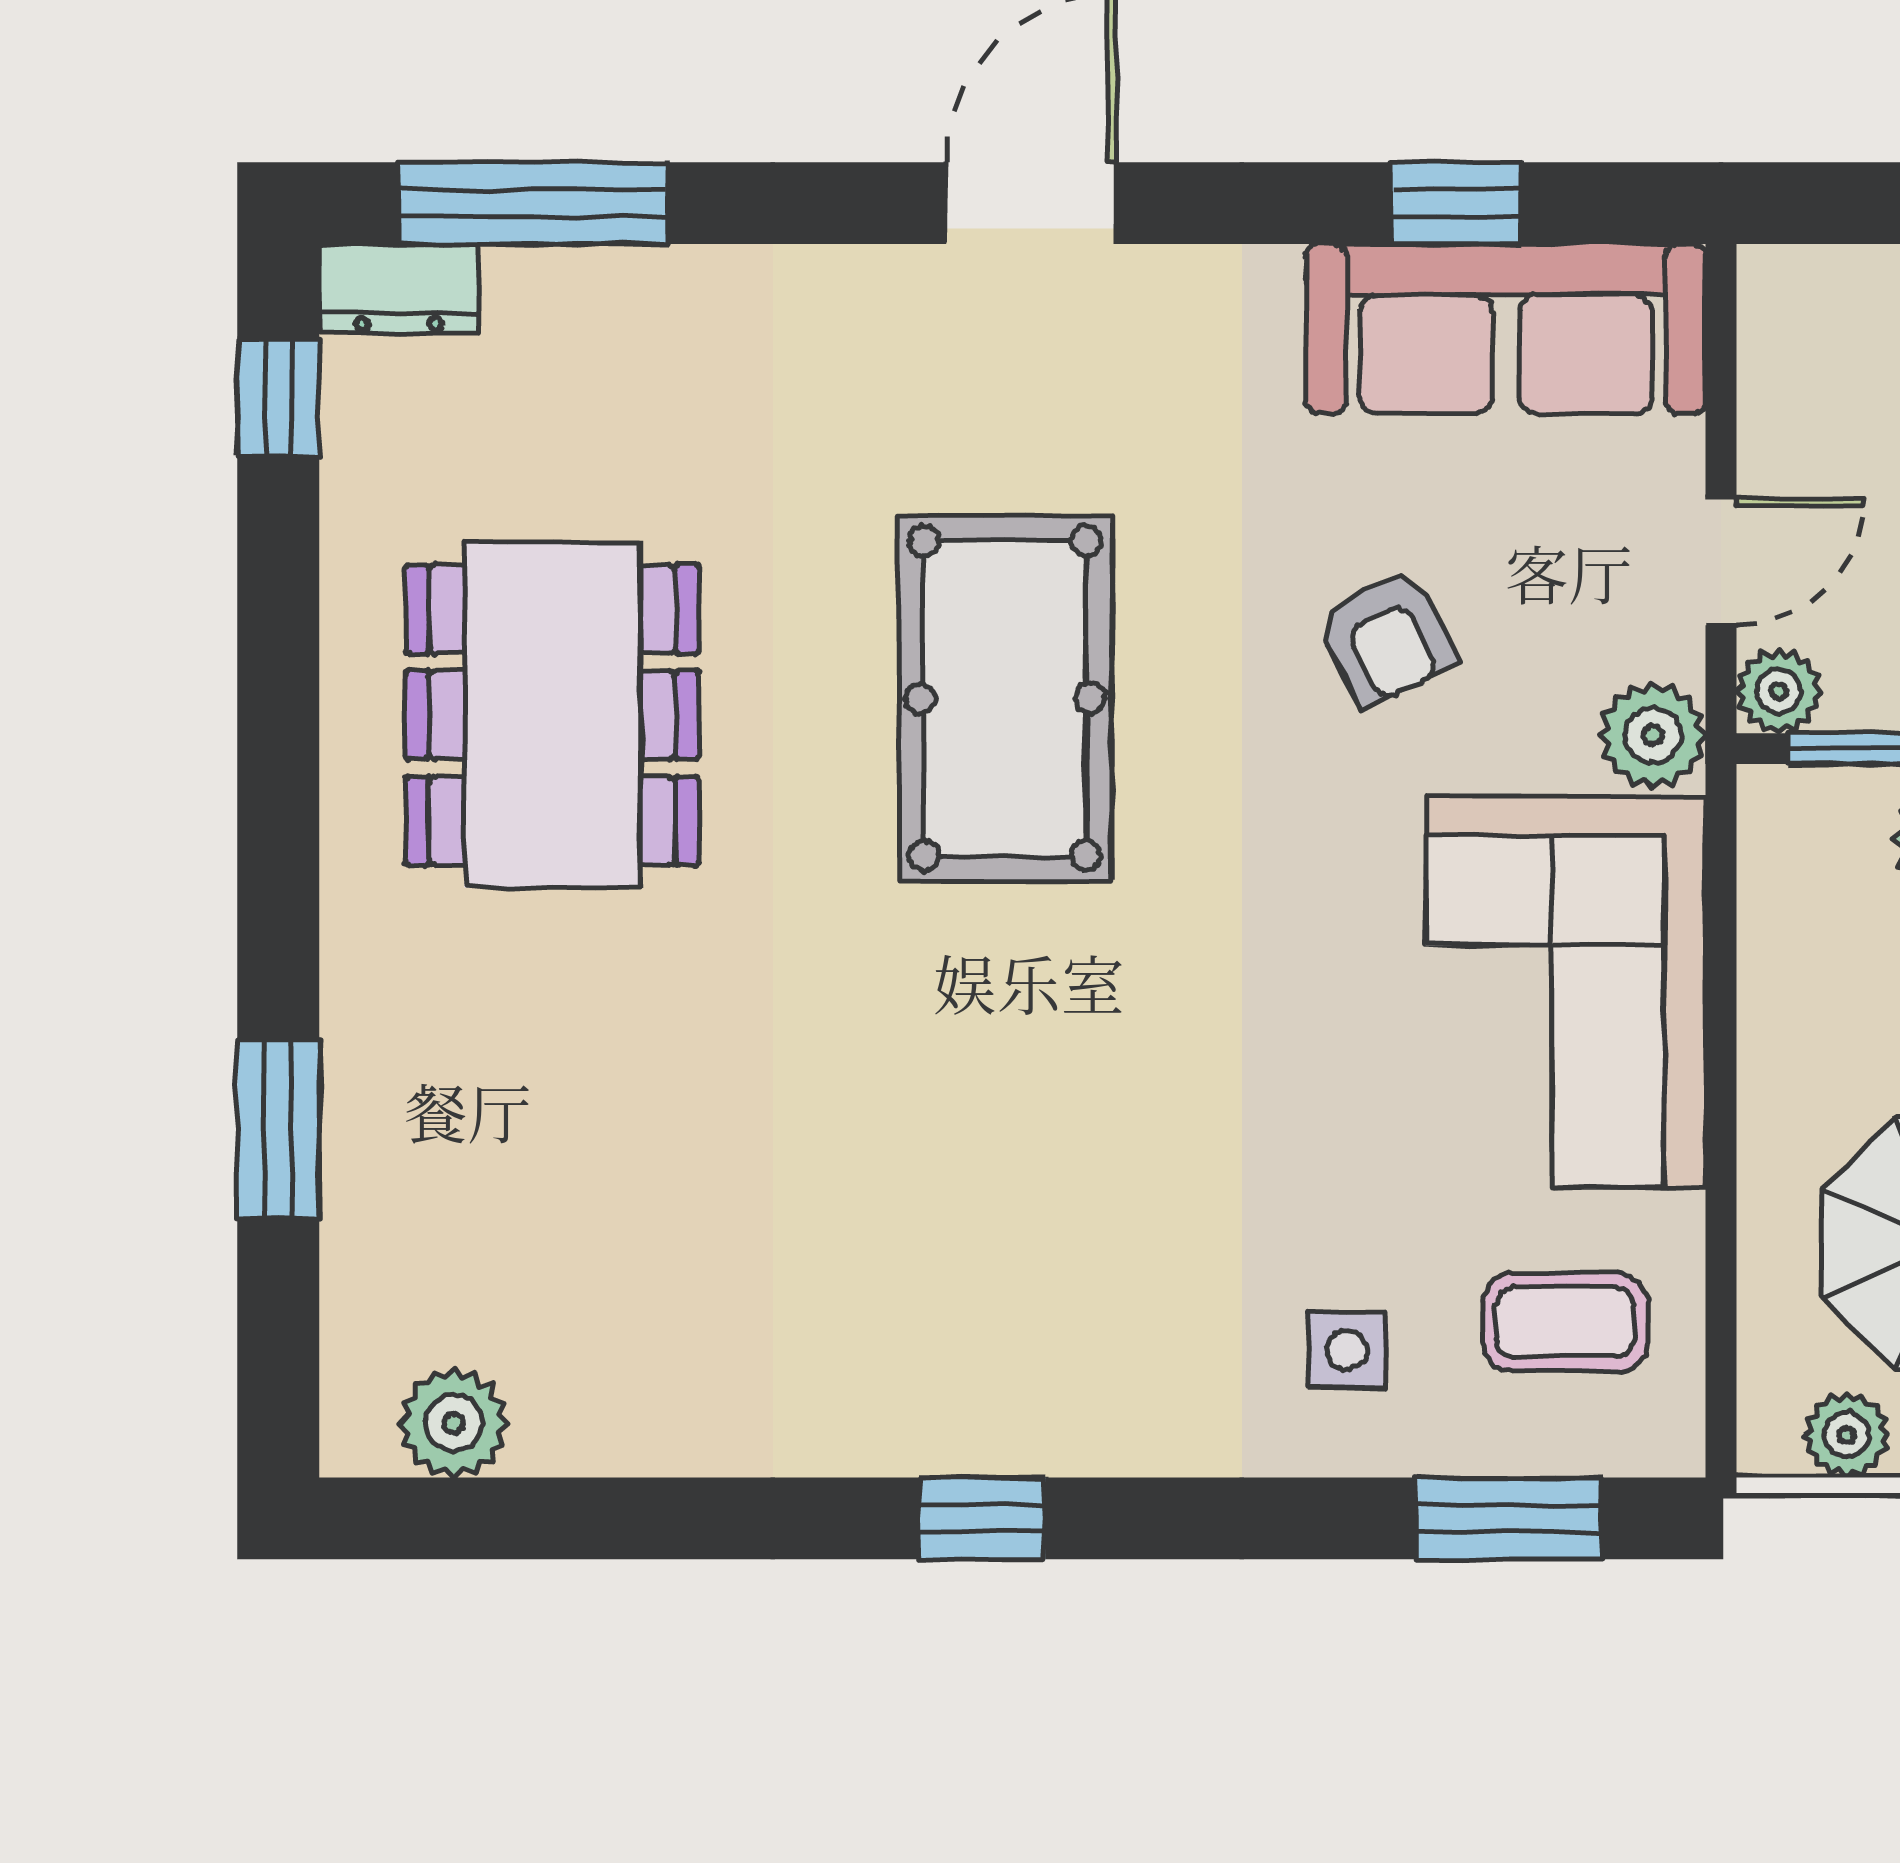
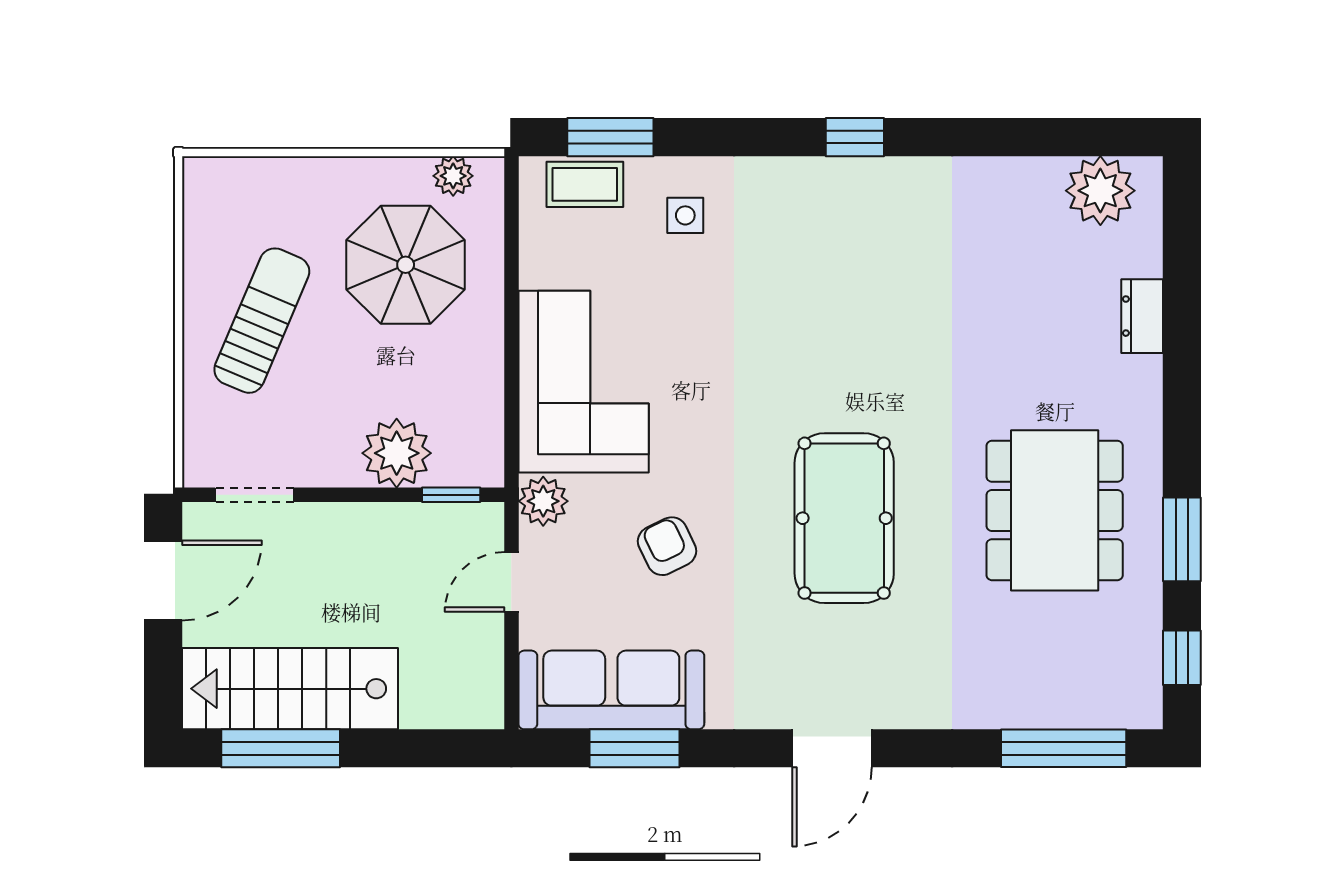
window: (1456, 203) -> (635, 748), width x1.50
dresser: (399, 289) -> (1142, 316), moved, turned -90
plant: (1779, 691) -> (485, 522), removed
window: (278, 1130) -> (1182, 539), moved
coffee table: (1565, 1322) -> (585, 184), moved
plant: (454, 1423) -> (1100, 191), width x1.36, depth x1.36

